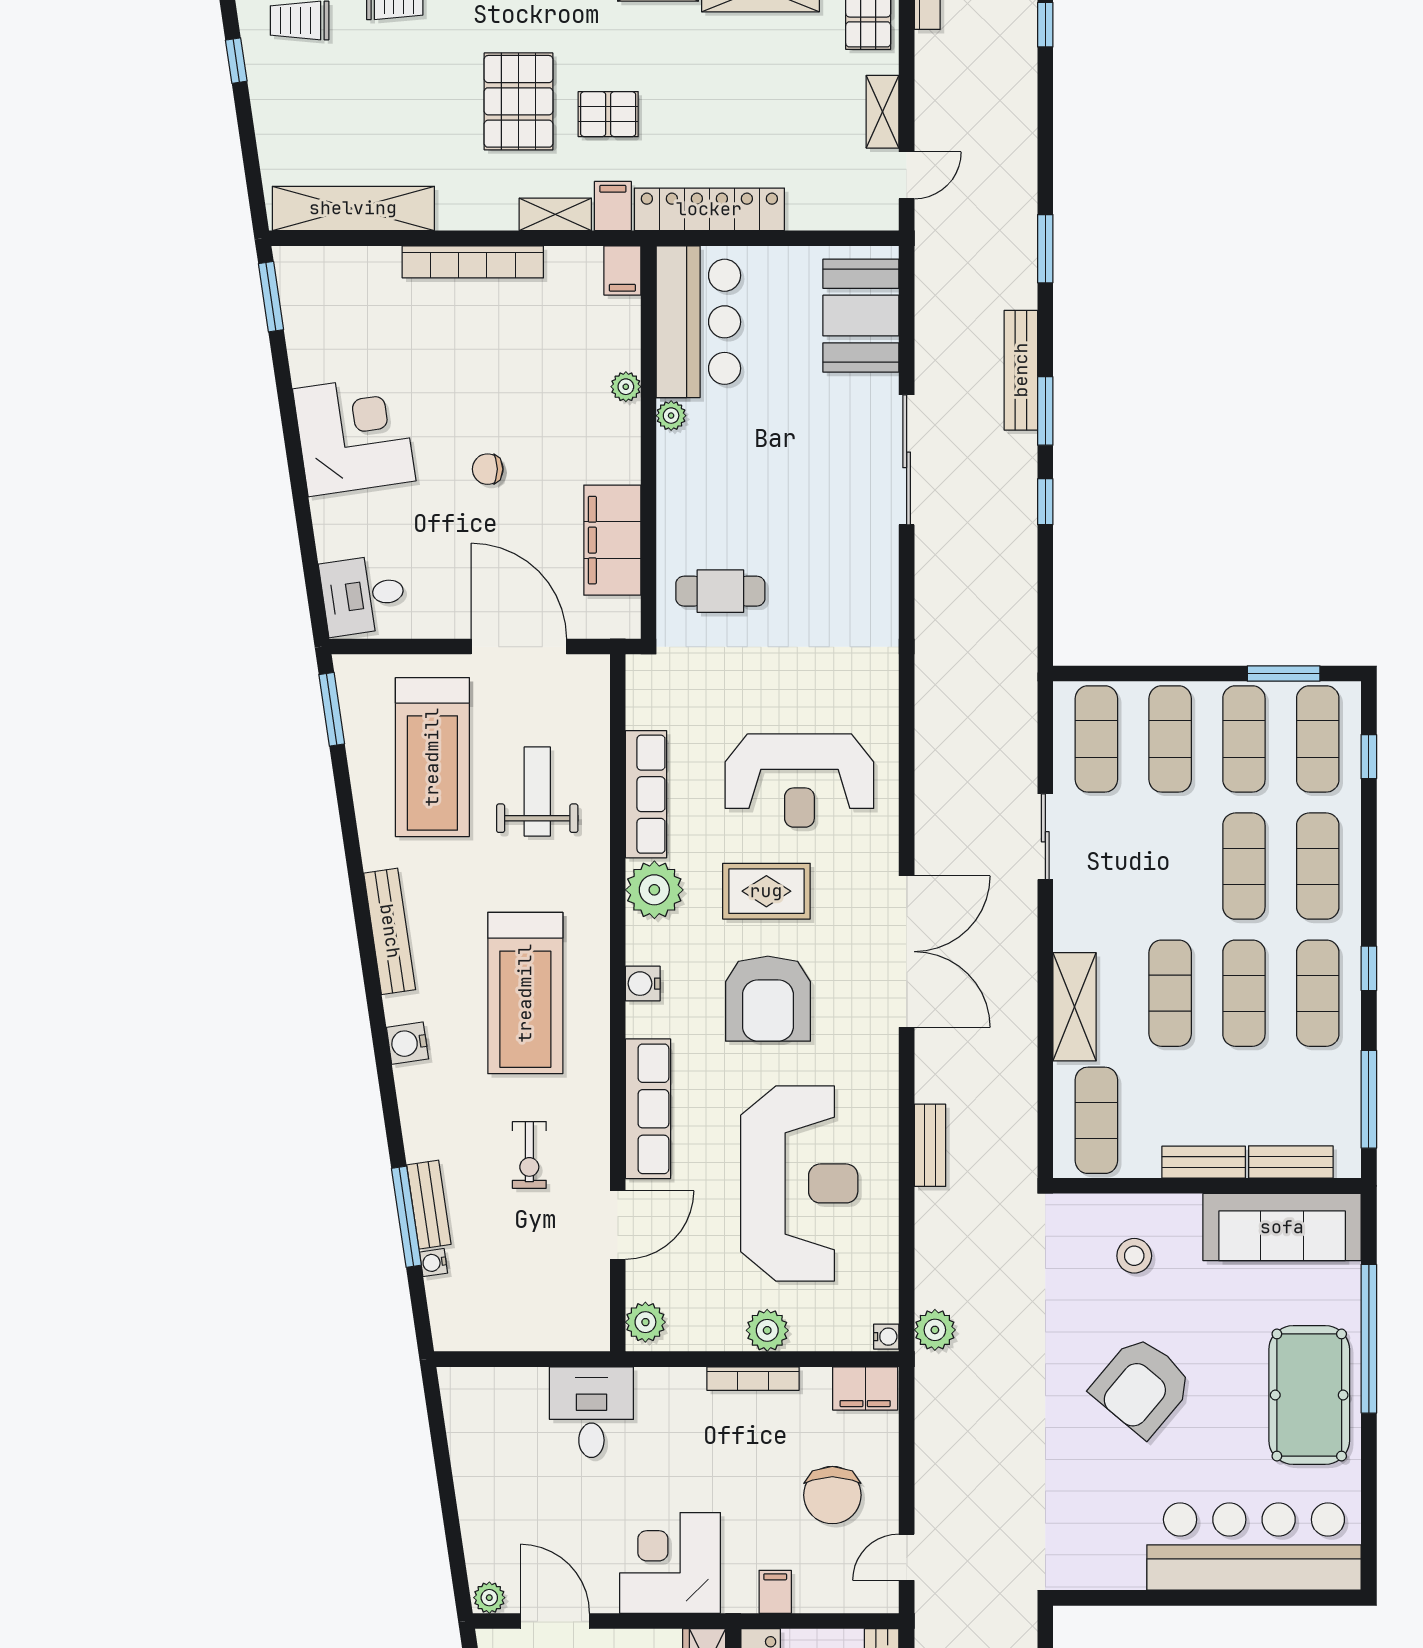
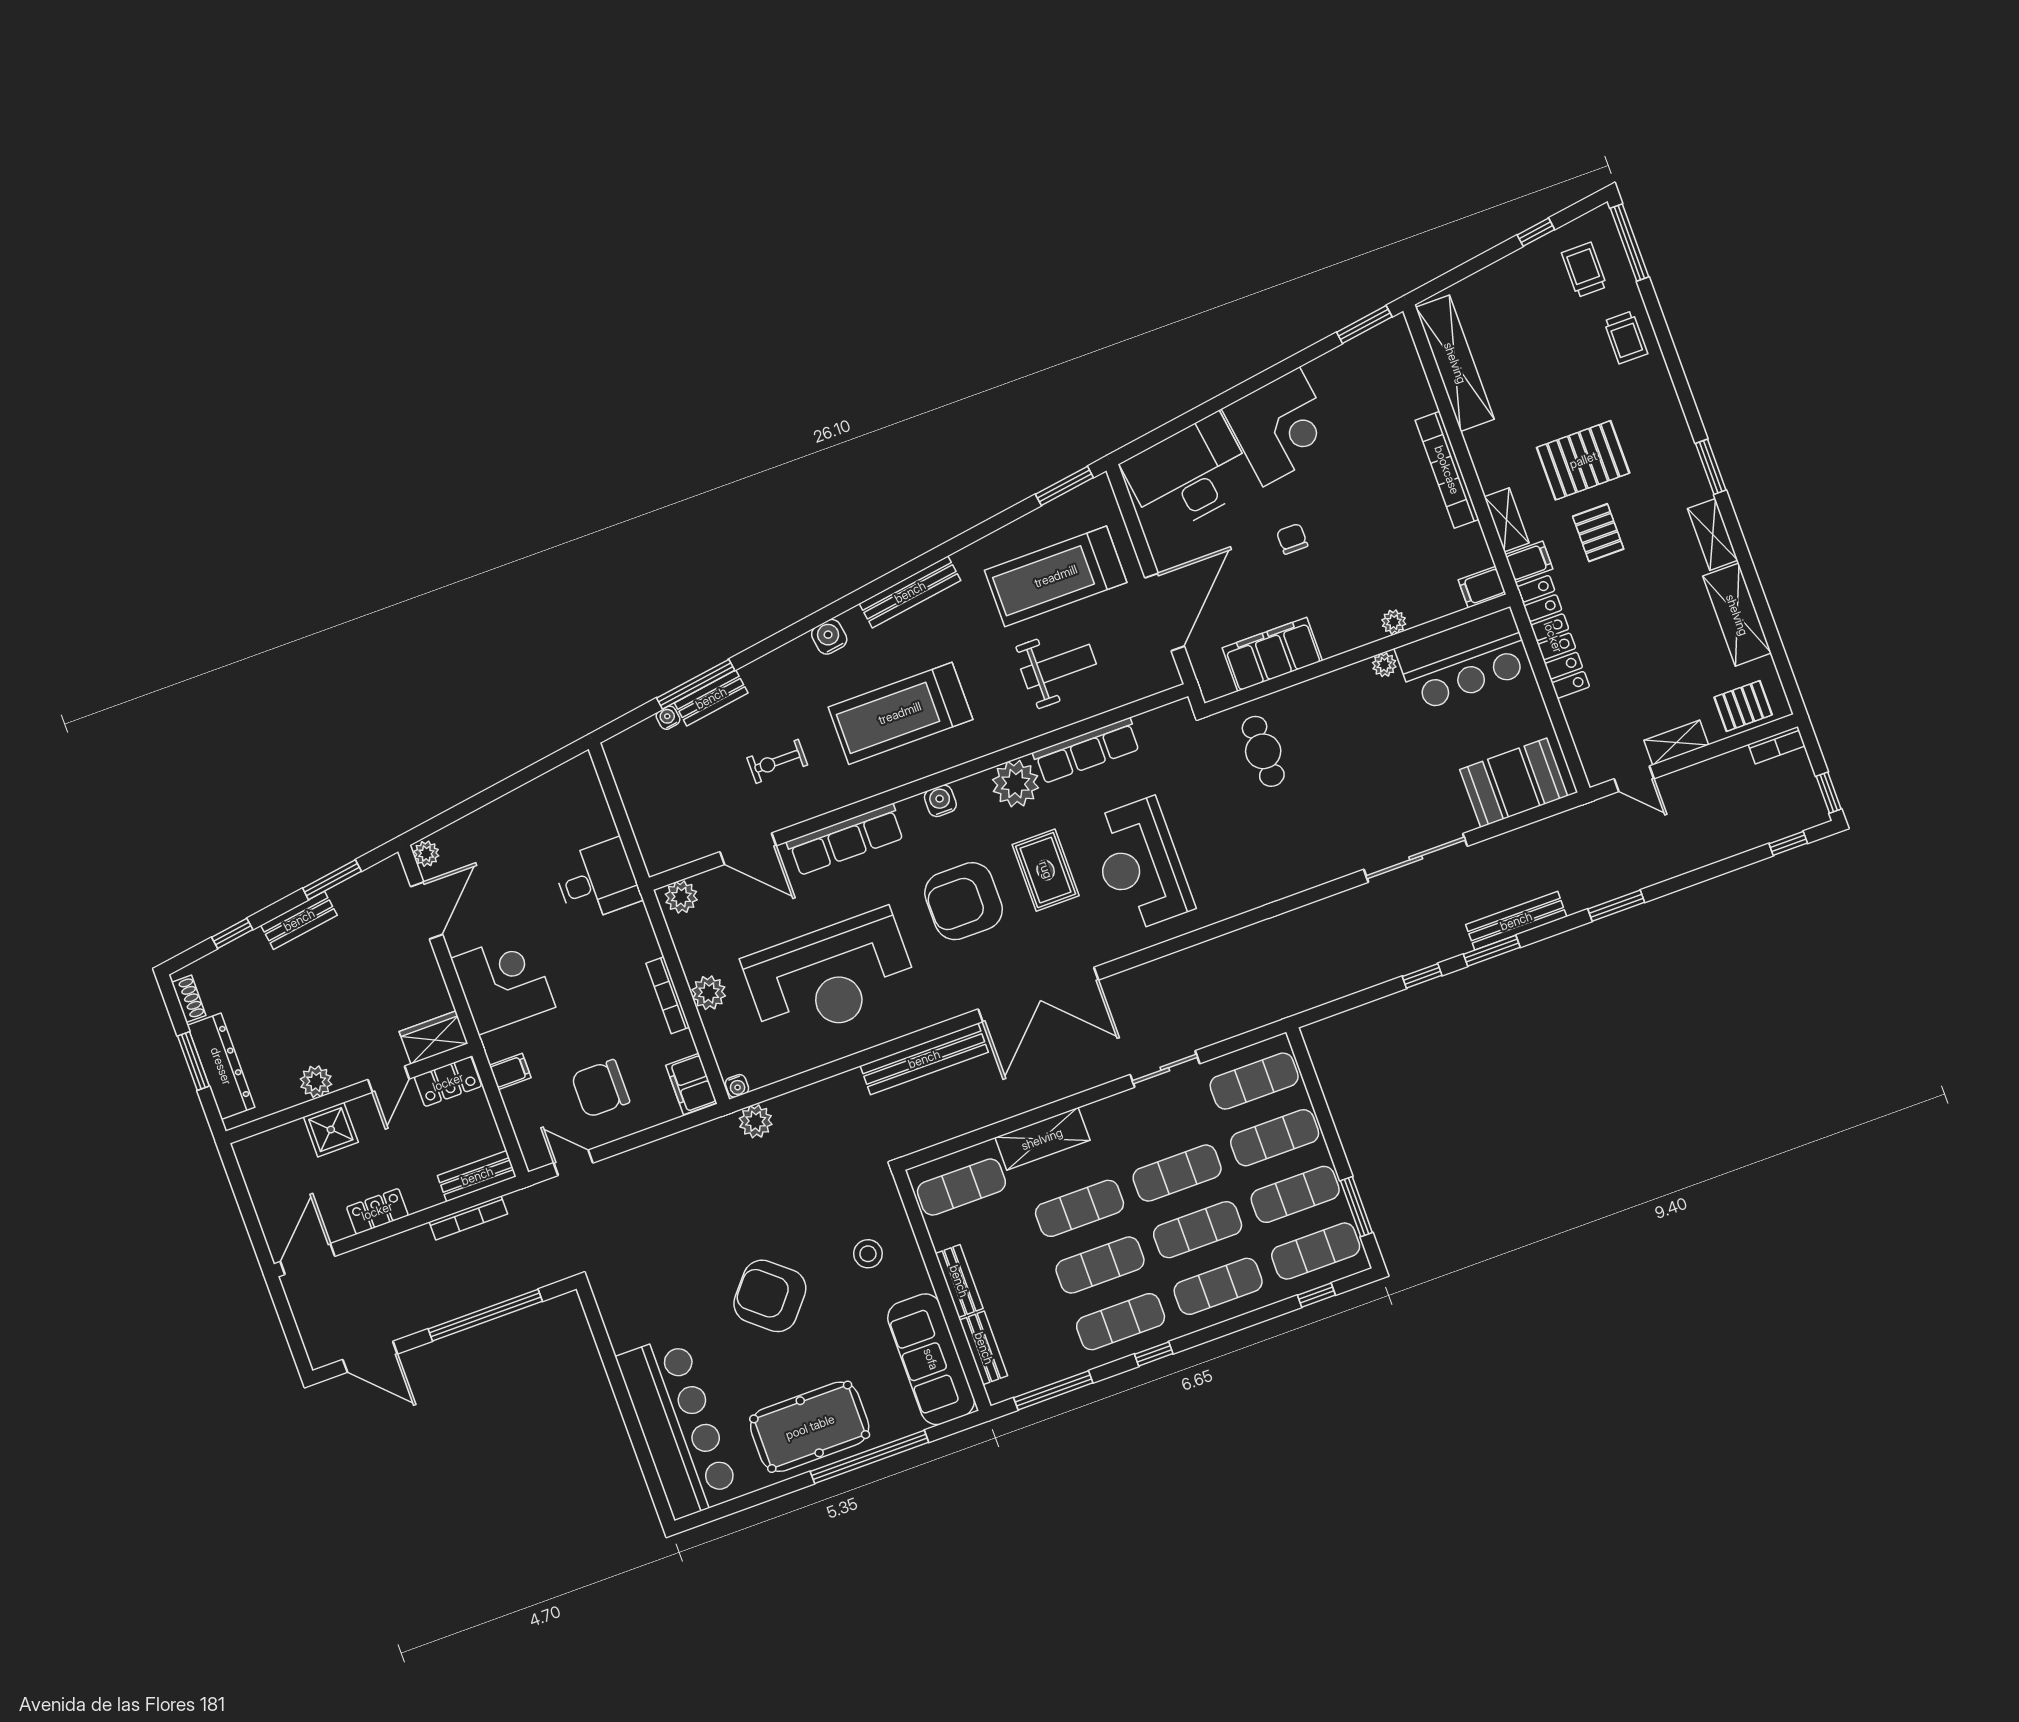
desk: (363, 595) -> (1189, 474), width x1.87, depth x1.30
exercise mat: (1170, 866) -> (1177, 1173), added
bench: (930, 1145) -> (924, 1059), width x1.86, depth x1.21

